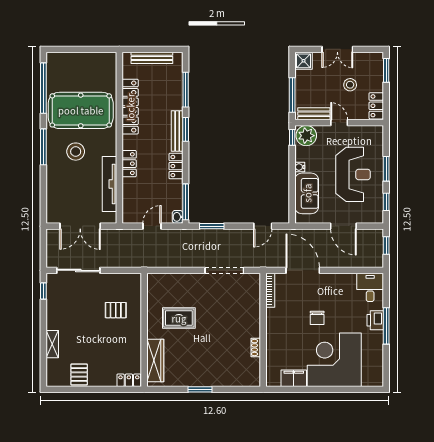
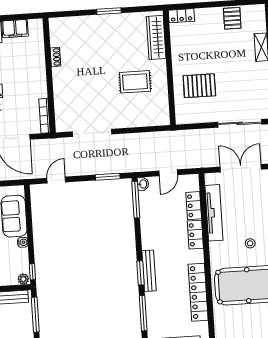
plant: (306, 136) -> (23, 279), width x0.53, depth x0.53
stool: (76, 152) -> (250, 243), width x0.53, depth x0.53
locker: (176, 166) -> (194, 206), moved, turned 180
pallet: (116, 310) -> (199, 86), width x1.50, depth x1.42

